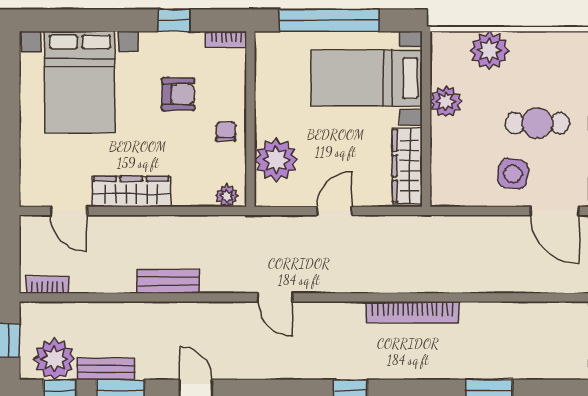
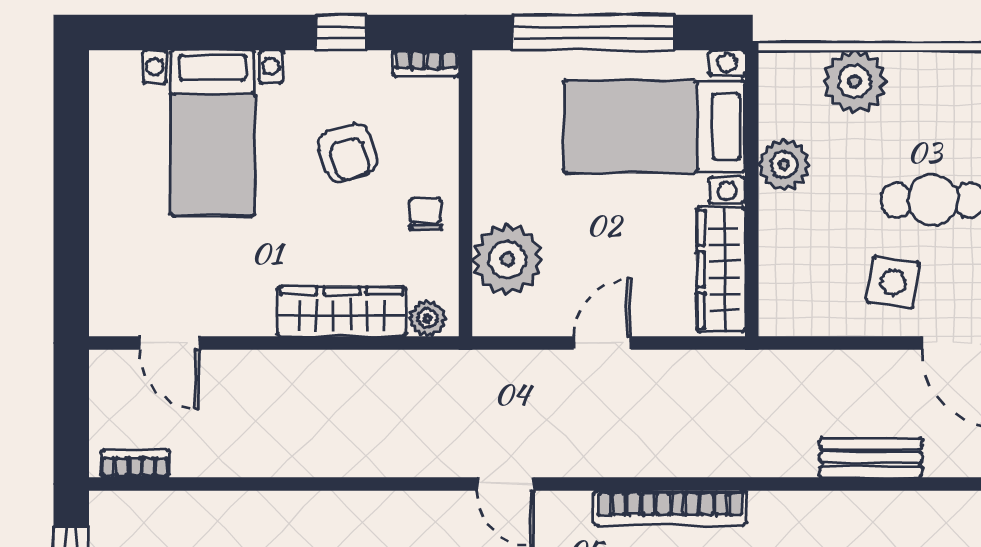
bed with nightstands: (80, 82) -> (213, 133), width x0.73
armchair: (178, 94) -> (348, 153), turned 72
wardrobe: (131, 192) -> (342, 312), moved
bench: (168, 281) -> (871, 458), moved
bookcase: (412, 312) -> (670, 508), moved

